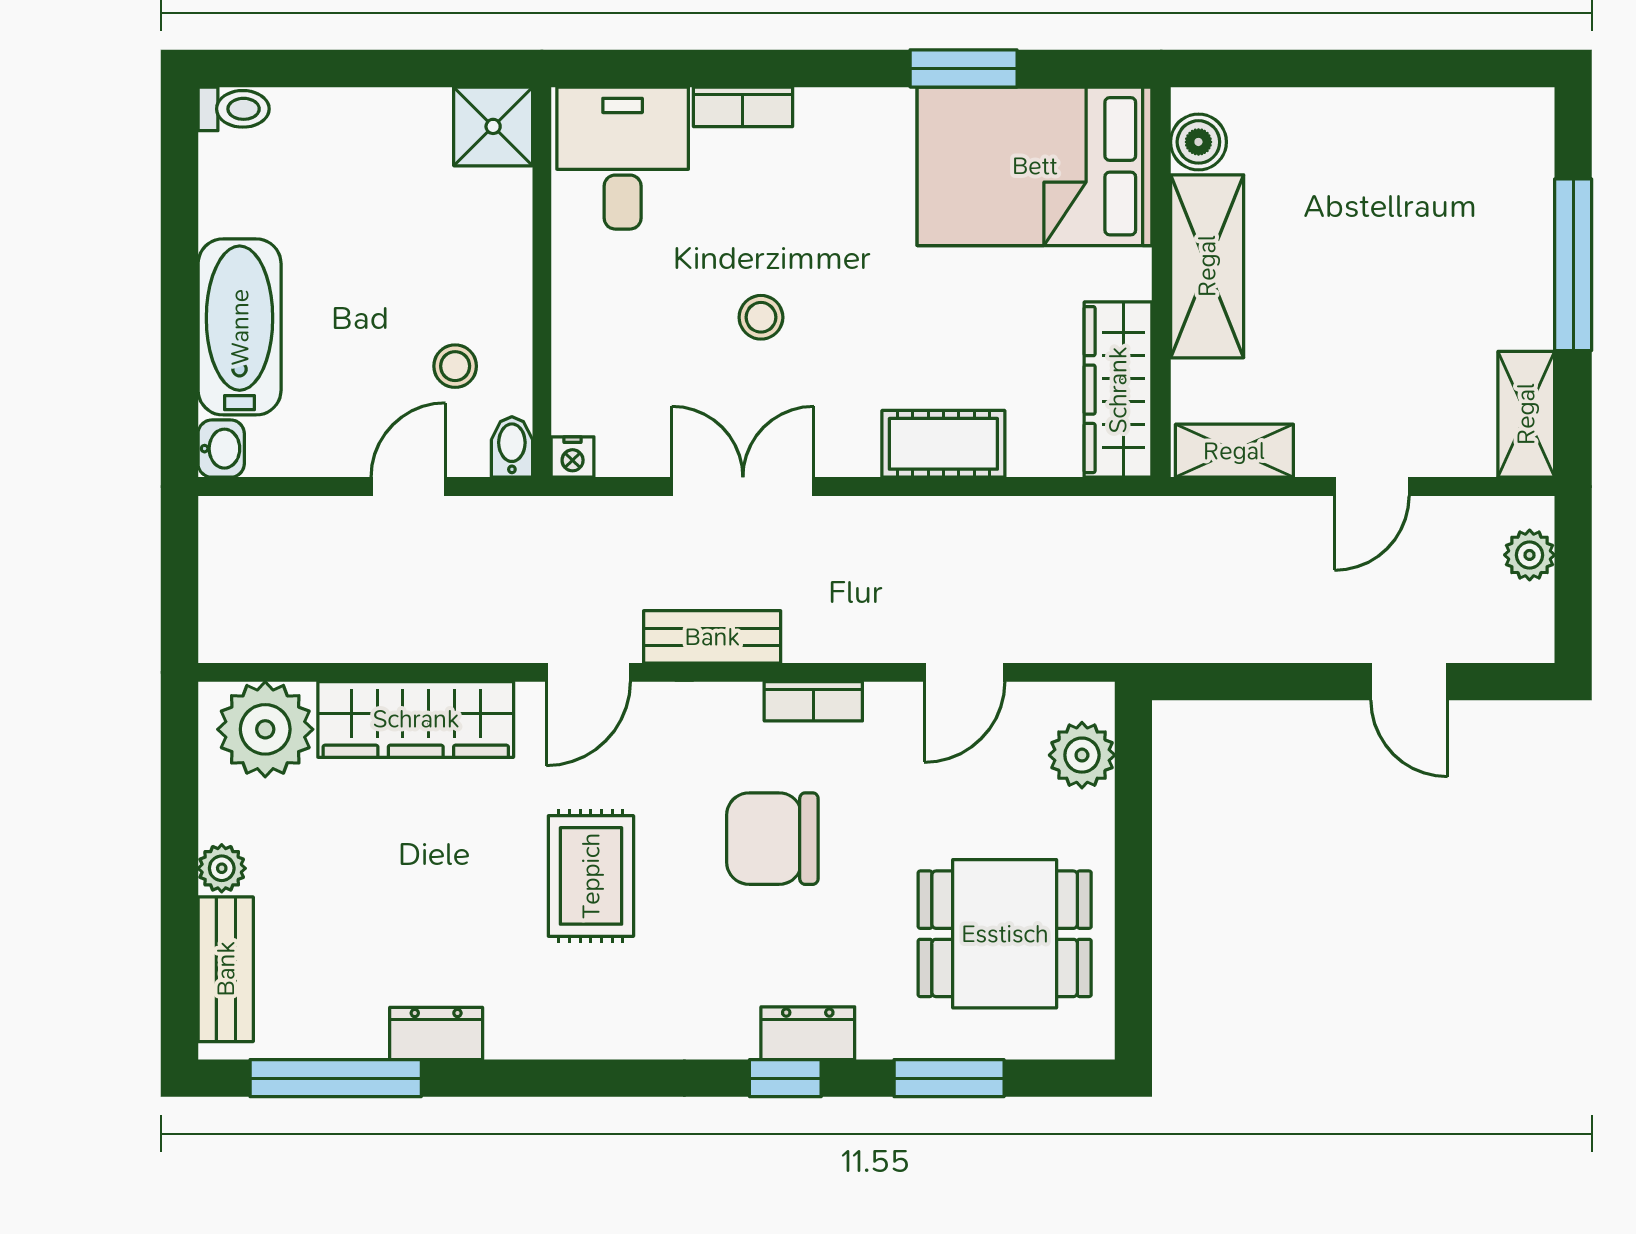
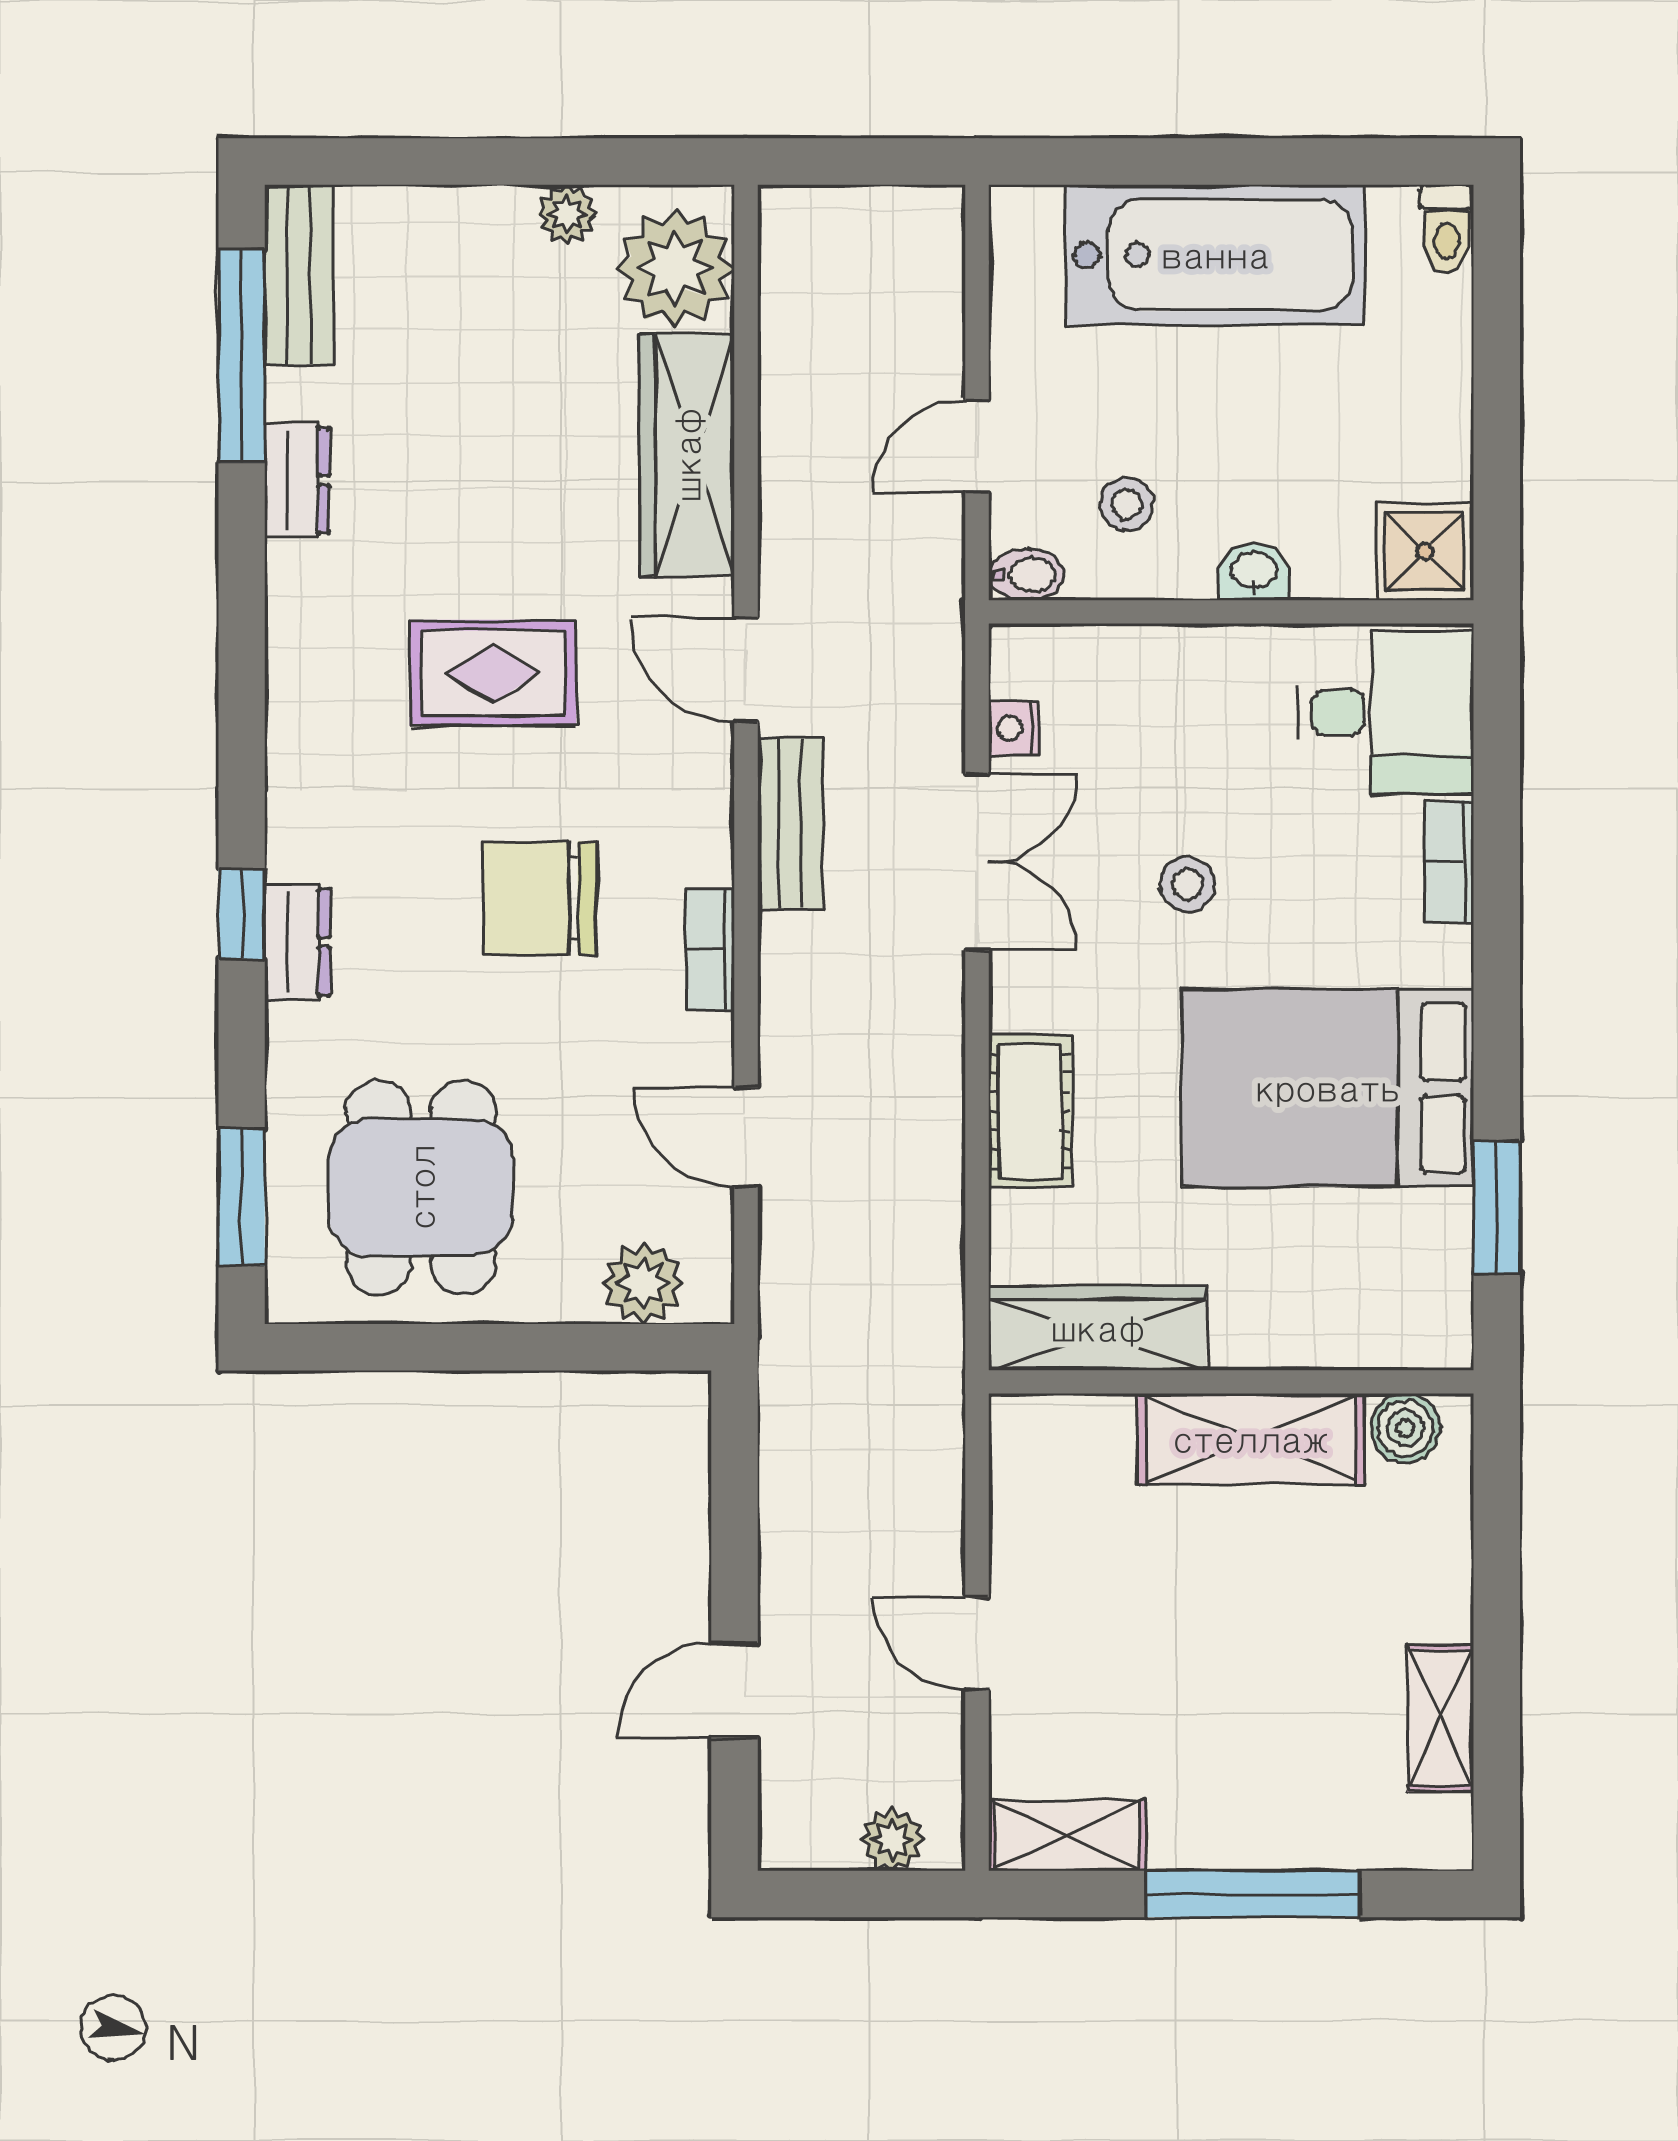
window: (964, 68) -> (1497, 1208), moved
bed: (1035, 166) -> (1328, 1088), moved, turned -90
bathtub: (240, 327) -> (1215, 255), width x1.36, depth x1.36
washbasin: (221, 449) -> (1254, 572), moved, turned 180
shelving: (1234, 451) -> (1441, 1718), moved
nightstand: (573, 457) -> (1014, 728), moved
door: (408, 487) -> (977, 446), swing flipped
chair: (772, 839) -> (539, 898), turned -90
plant: (222, 868) -> (567, 214), moved
bench: (226, 969) -> (299, 274), moved, turned 90
window: (949, 1078) -> (242, 1197), moved

